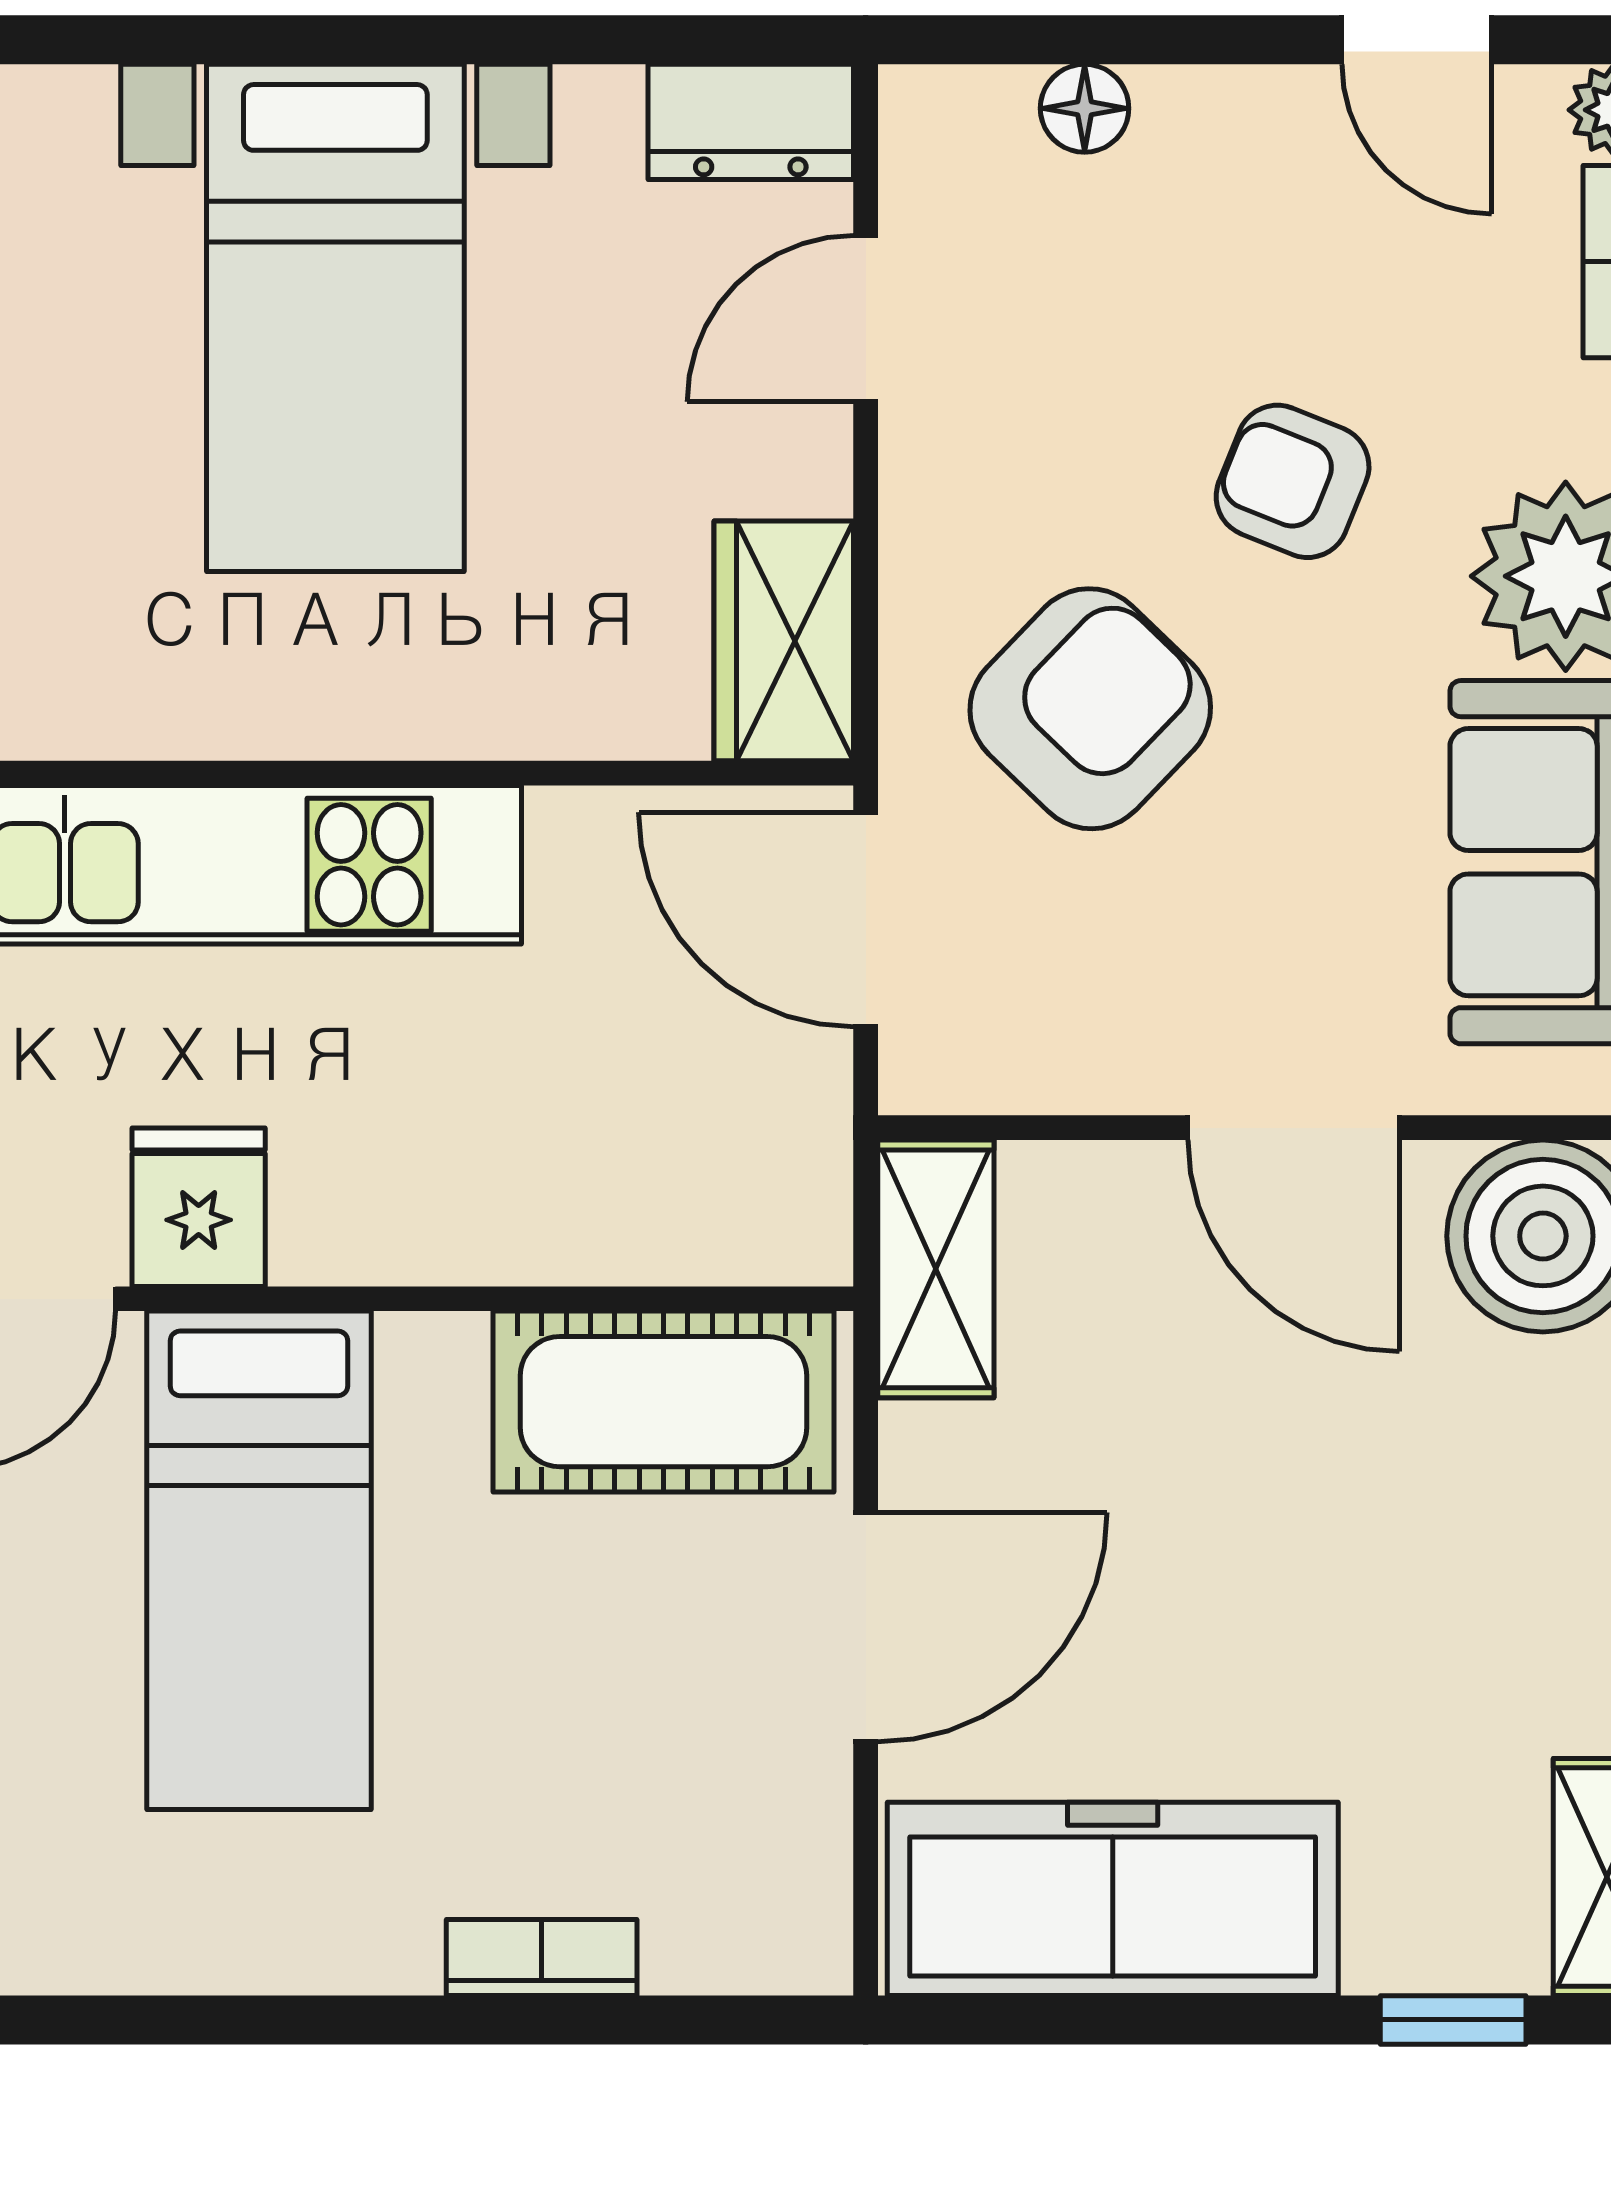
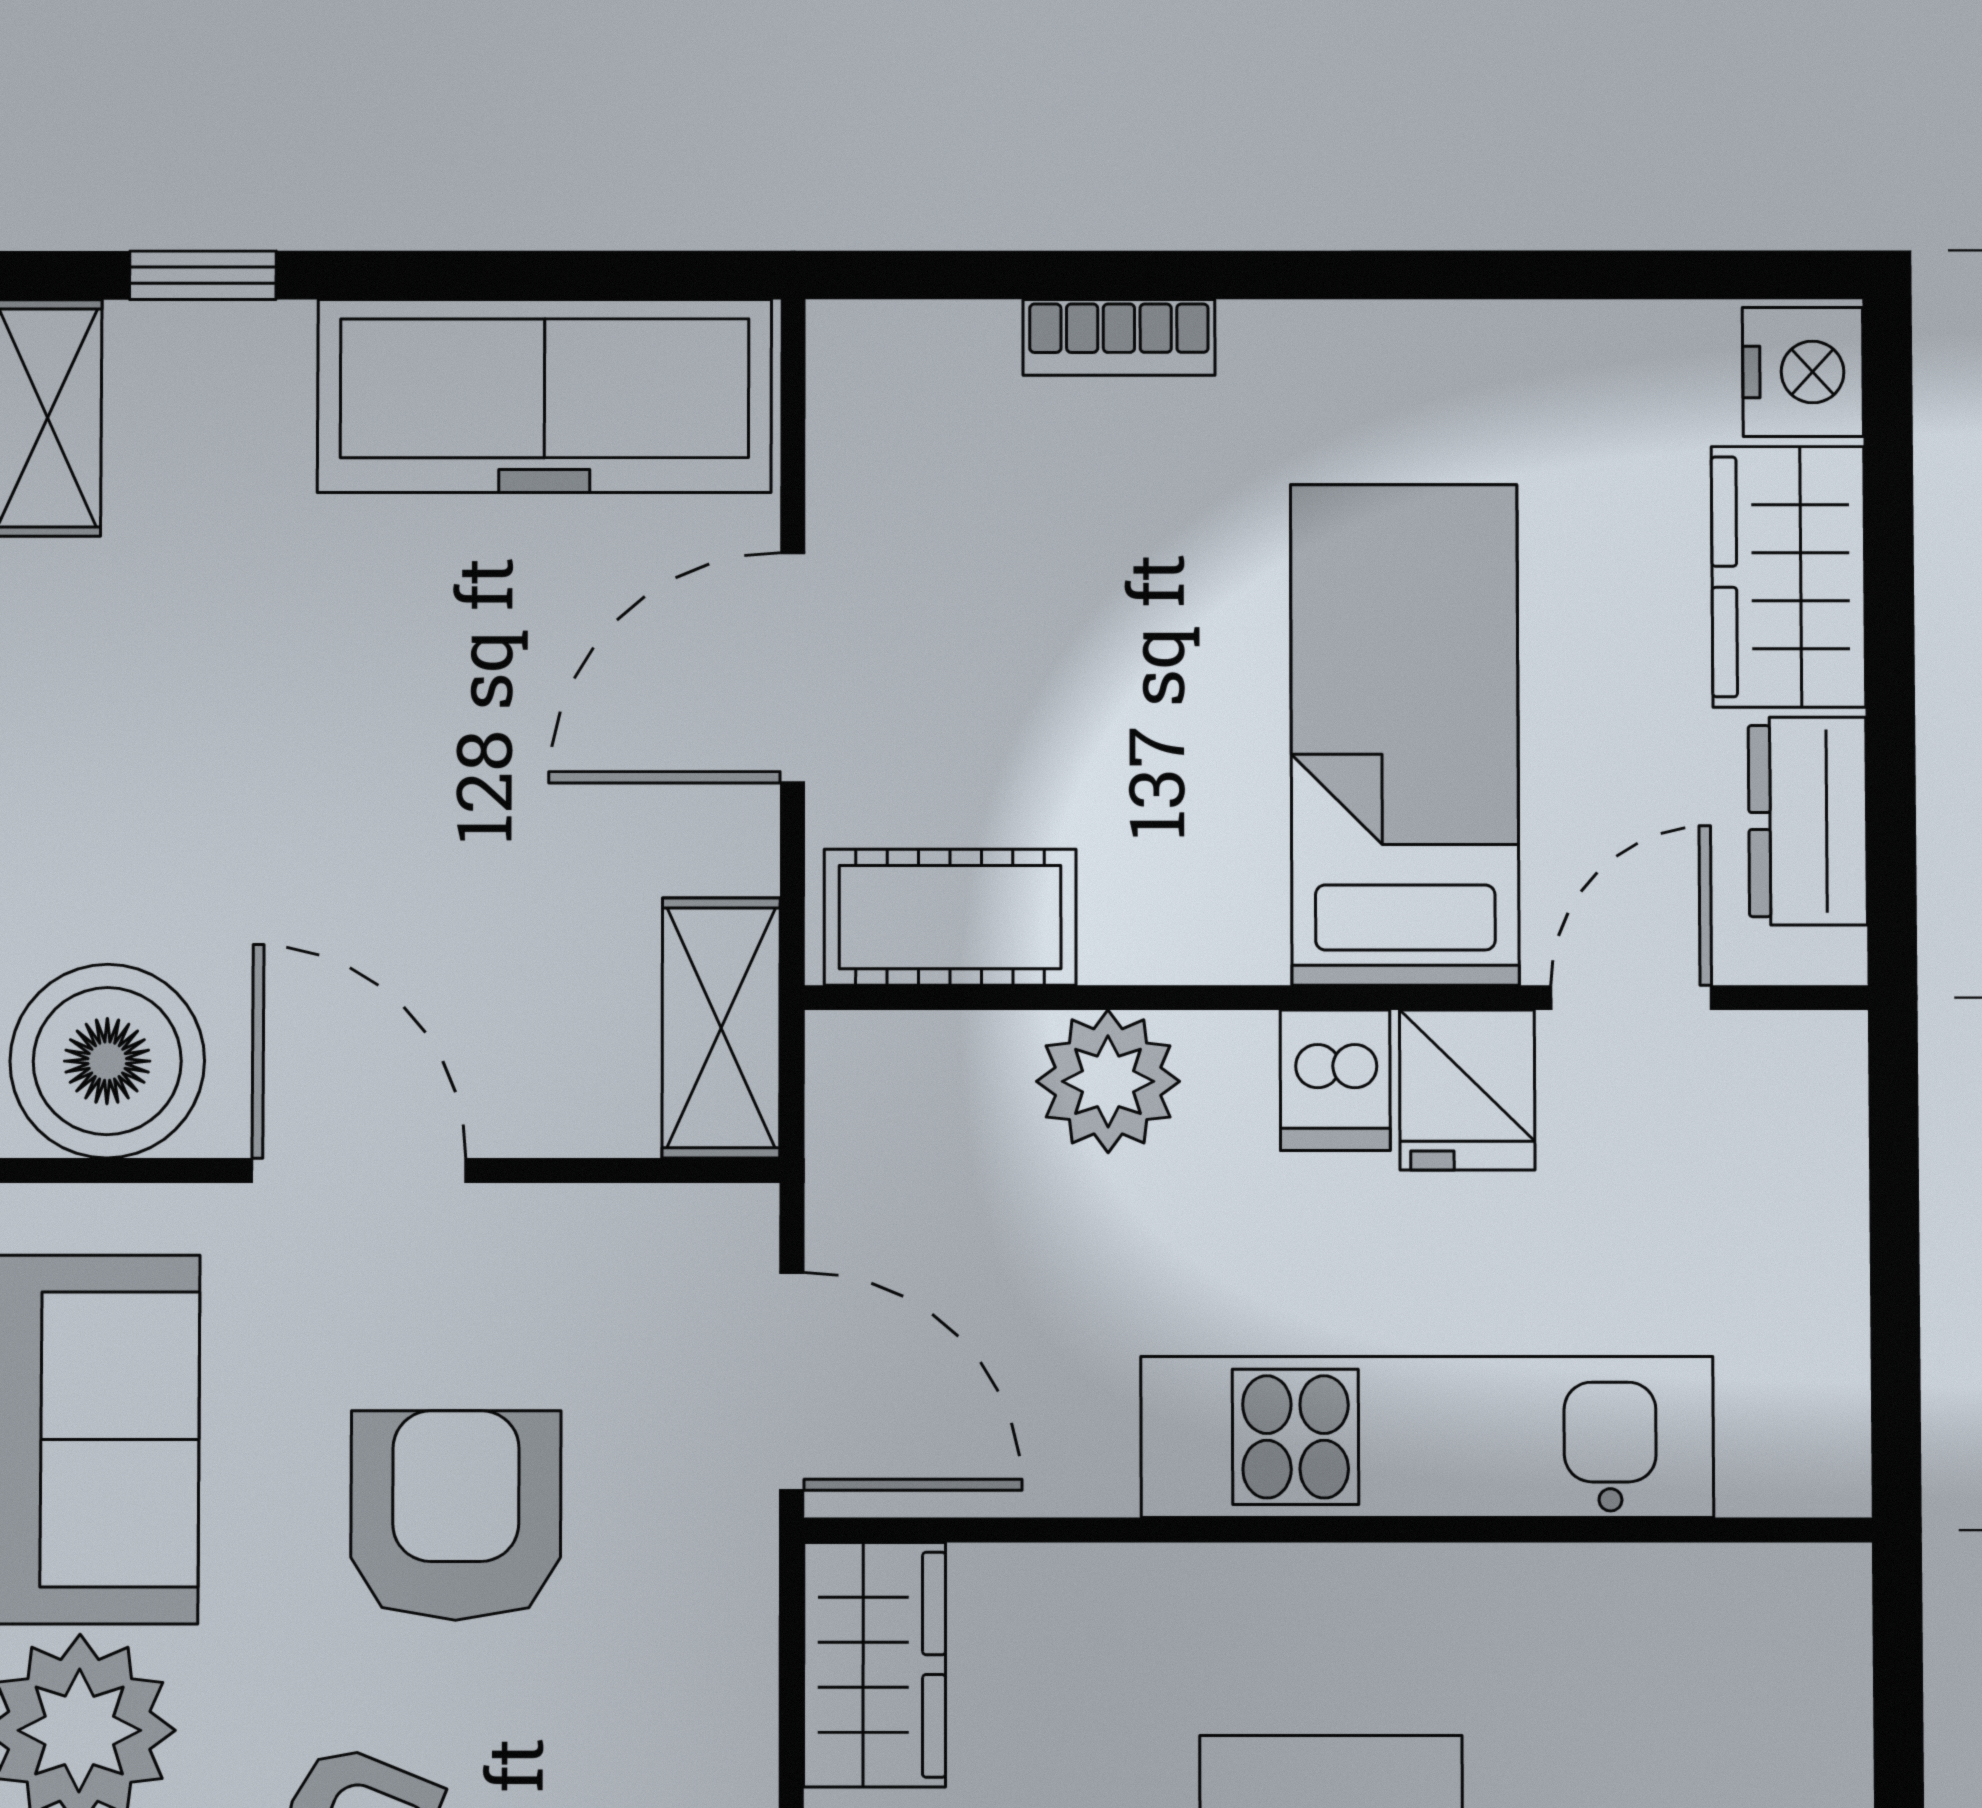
armchair: (1090, 709) -> (456, 1515), moved, turned 136
plant: (553, 1216) -> (1108, 1081), added
dishwasher: (329, 1217) -> (1335, 1080), added
cot: (664, 1402) -> (950, 917), width x0.73, depth x0.75

